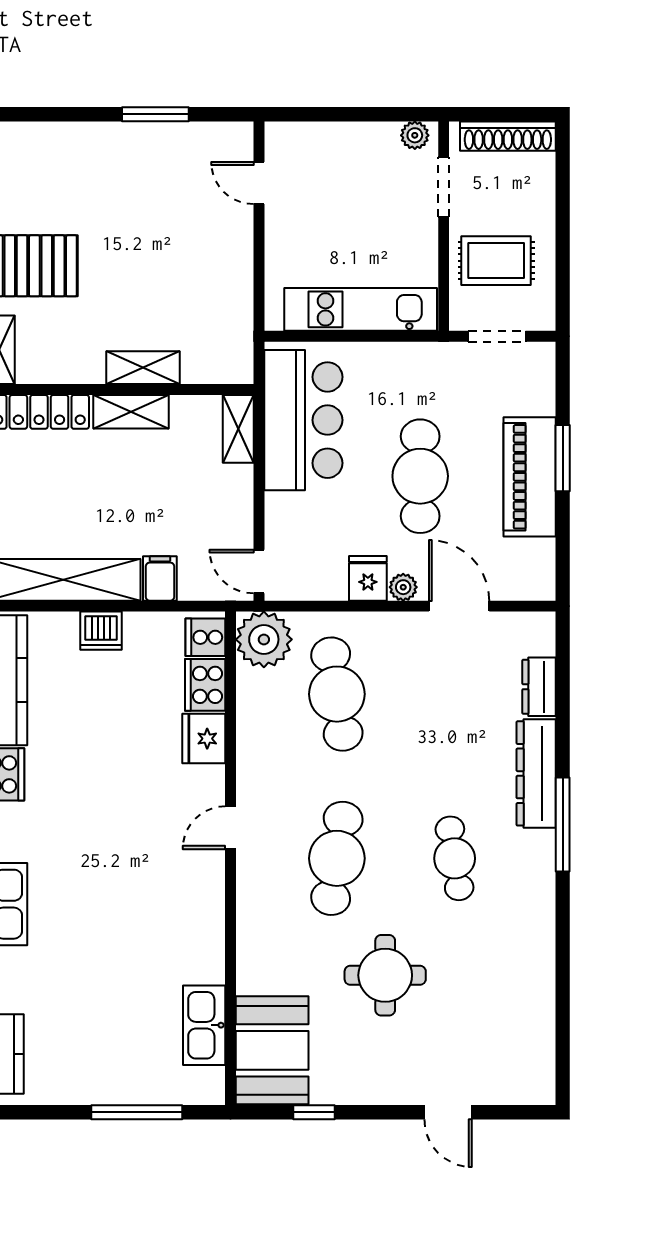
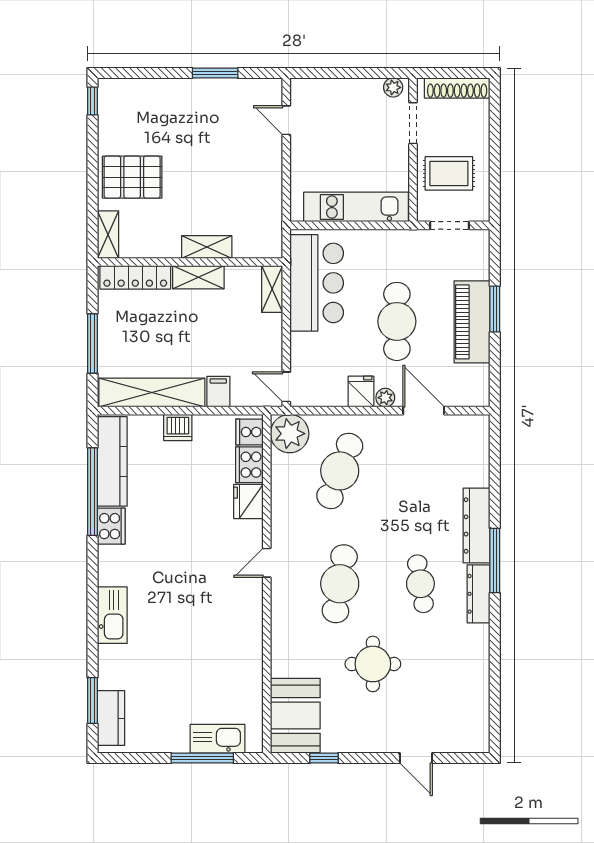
dresser: (539, 687) -> (478, 594), moved, width x1.44
cafe table: (337, 694) -> (340, 471), turned 30
kitchen sink: (204, 1025) -> (218, 739), moved, turned 90

